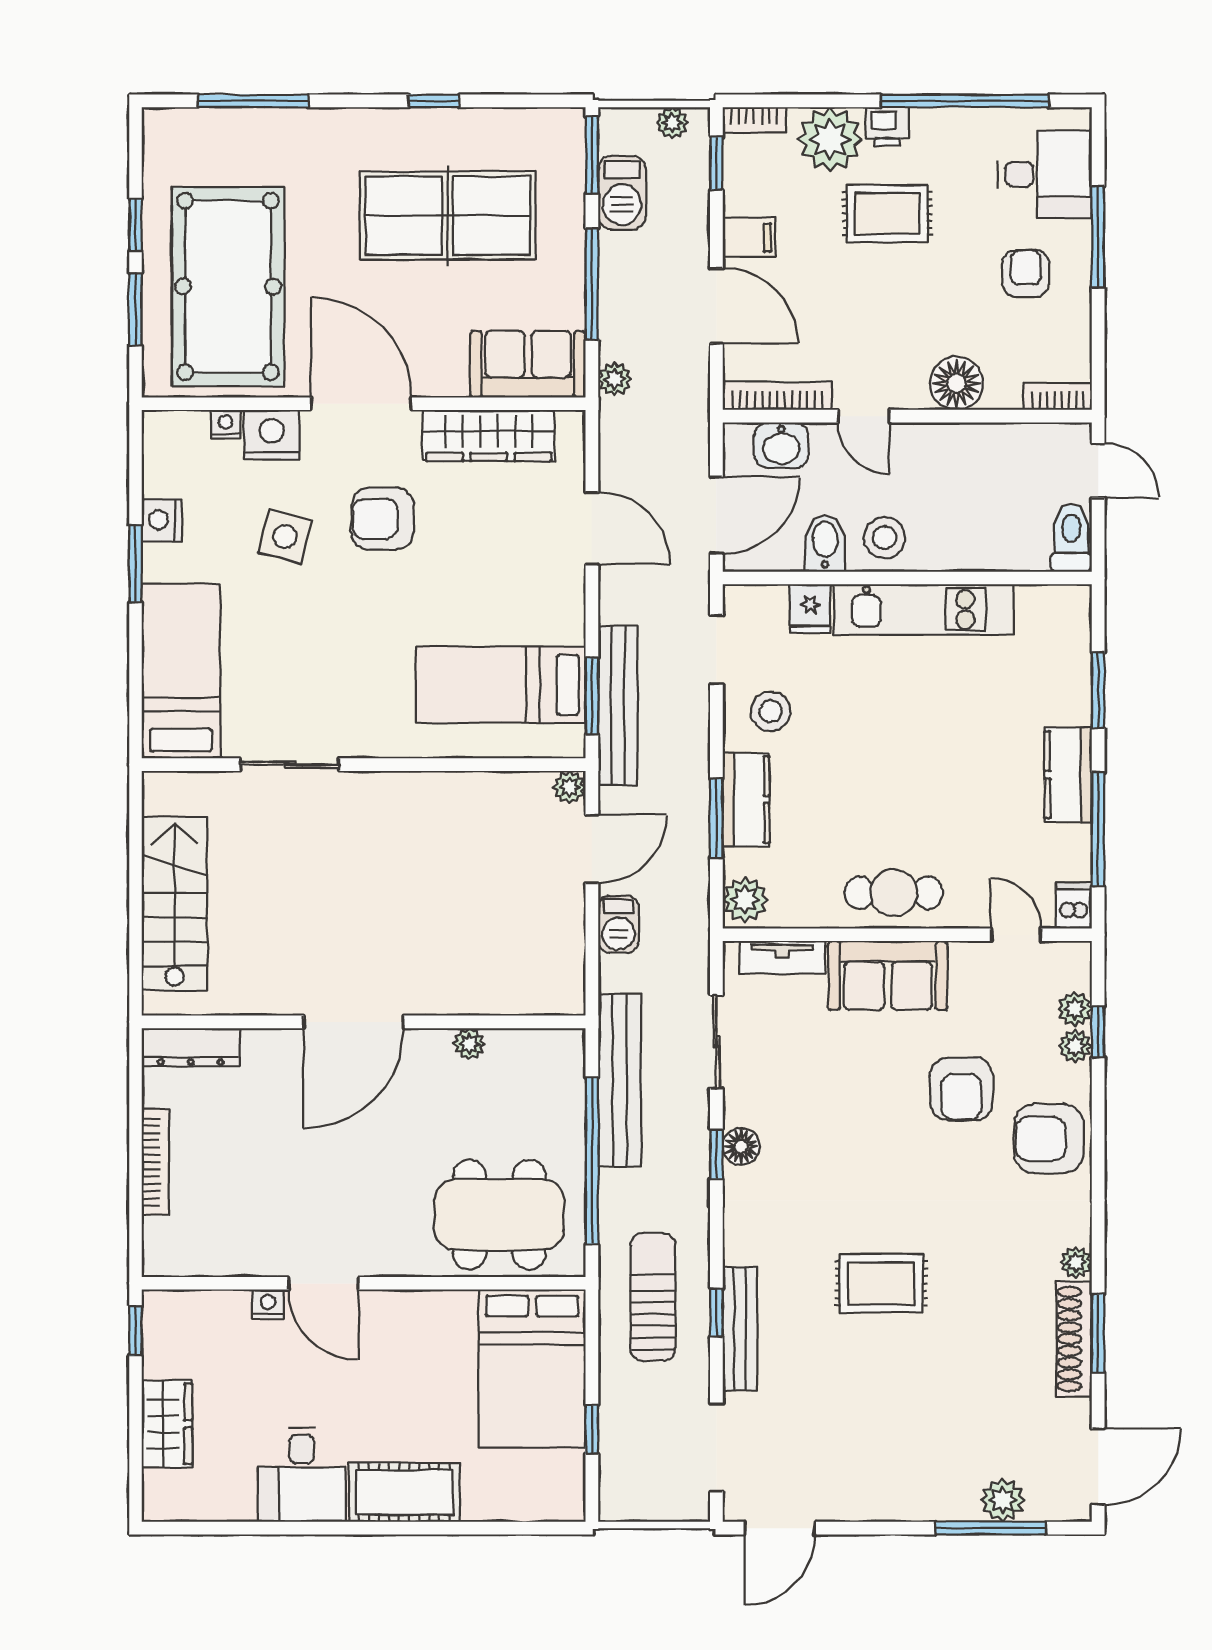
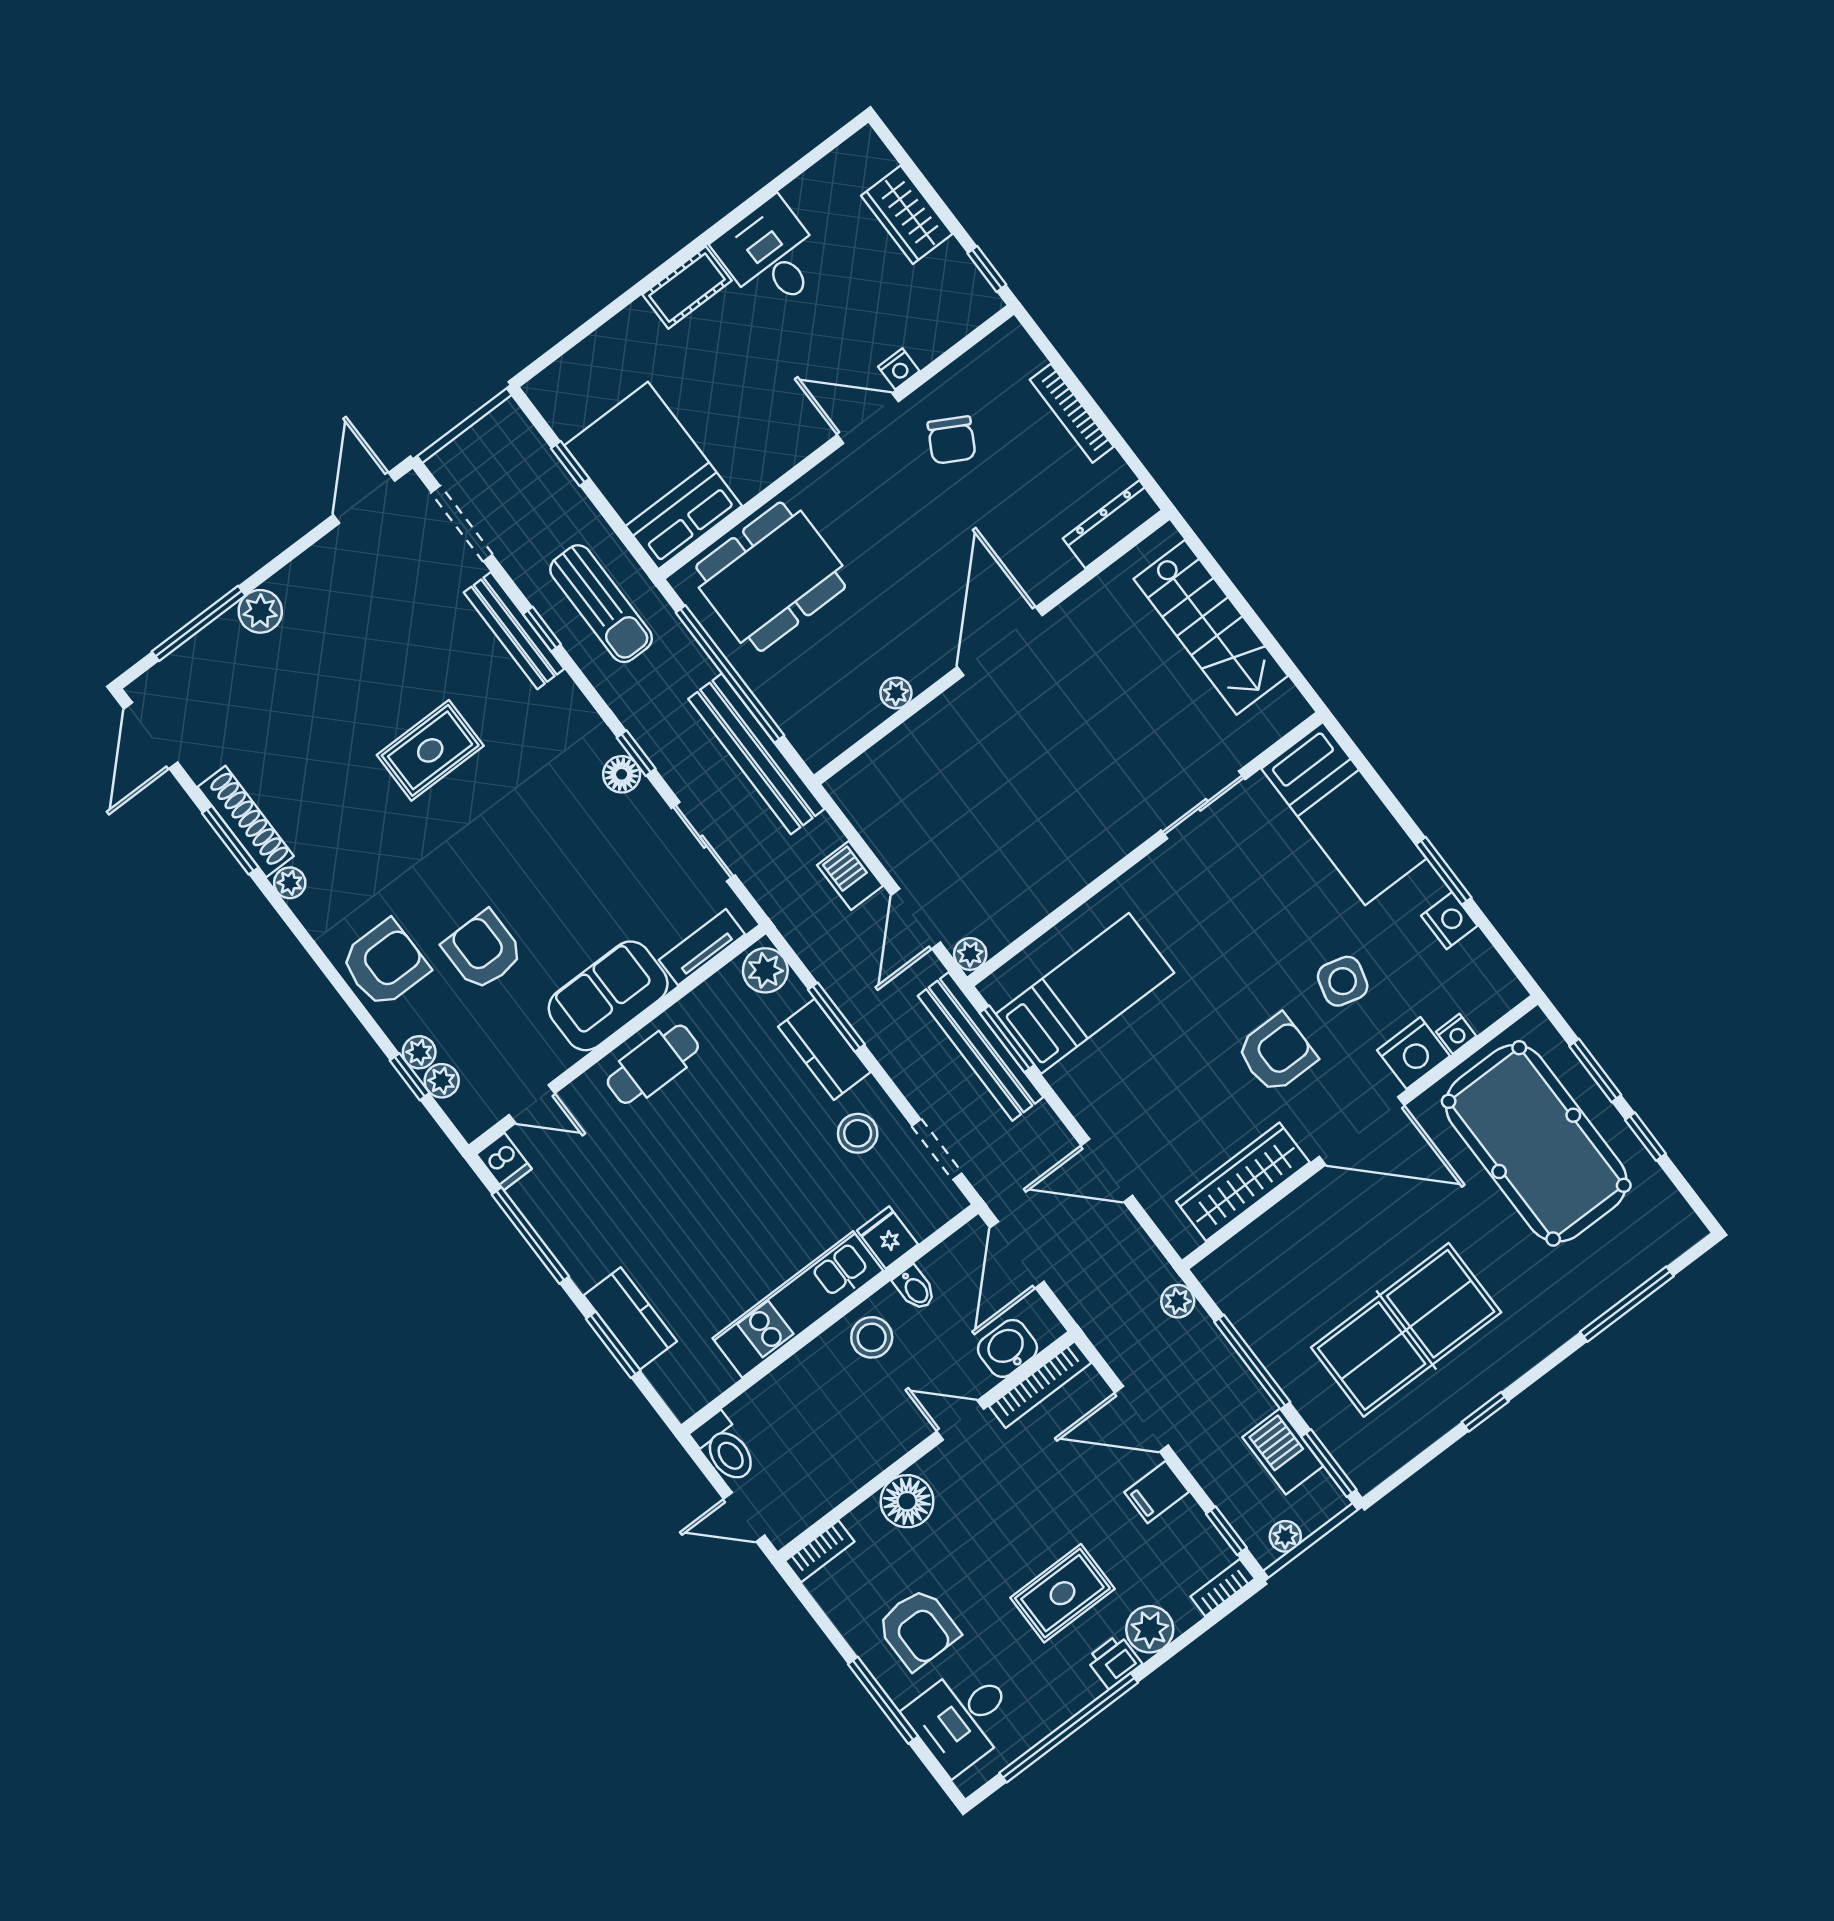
plant: (830, 139) -> (1150, 1629), width x0.73, depth x0.73
armchair: (1026, 273) -> (918, 1629), width x1.38, depth x1.38
sofa: (528, 364) -> (1255, 1261), removed
bidet: (825, 543) -> (915, 1288), width x0.72, depth x0.74
kitchen counter: (1068, 775) -> (630, 1318), moved
chair: (269, 1214) -> (952, 440), added
cot: (404, 1492) -> (687, 288), width x0.73, depth x0.75
plant: (1003, 1500) -> (260, 611), moved

